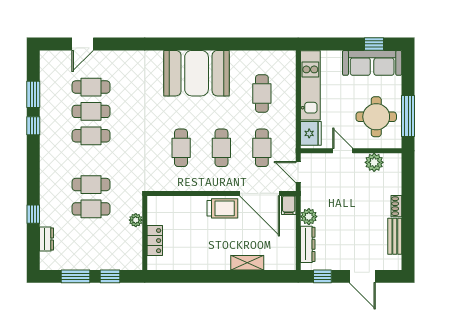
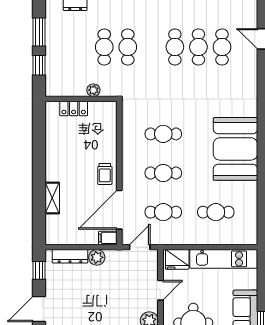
trolley: (222, 208) -> (105, 174), width x0.73, depth x0.72

